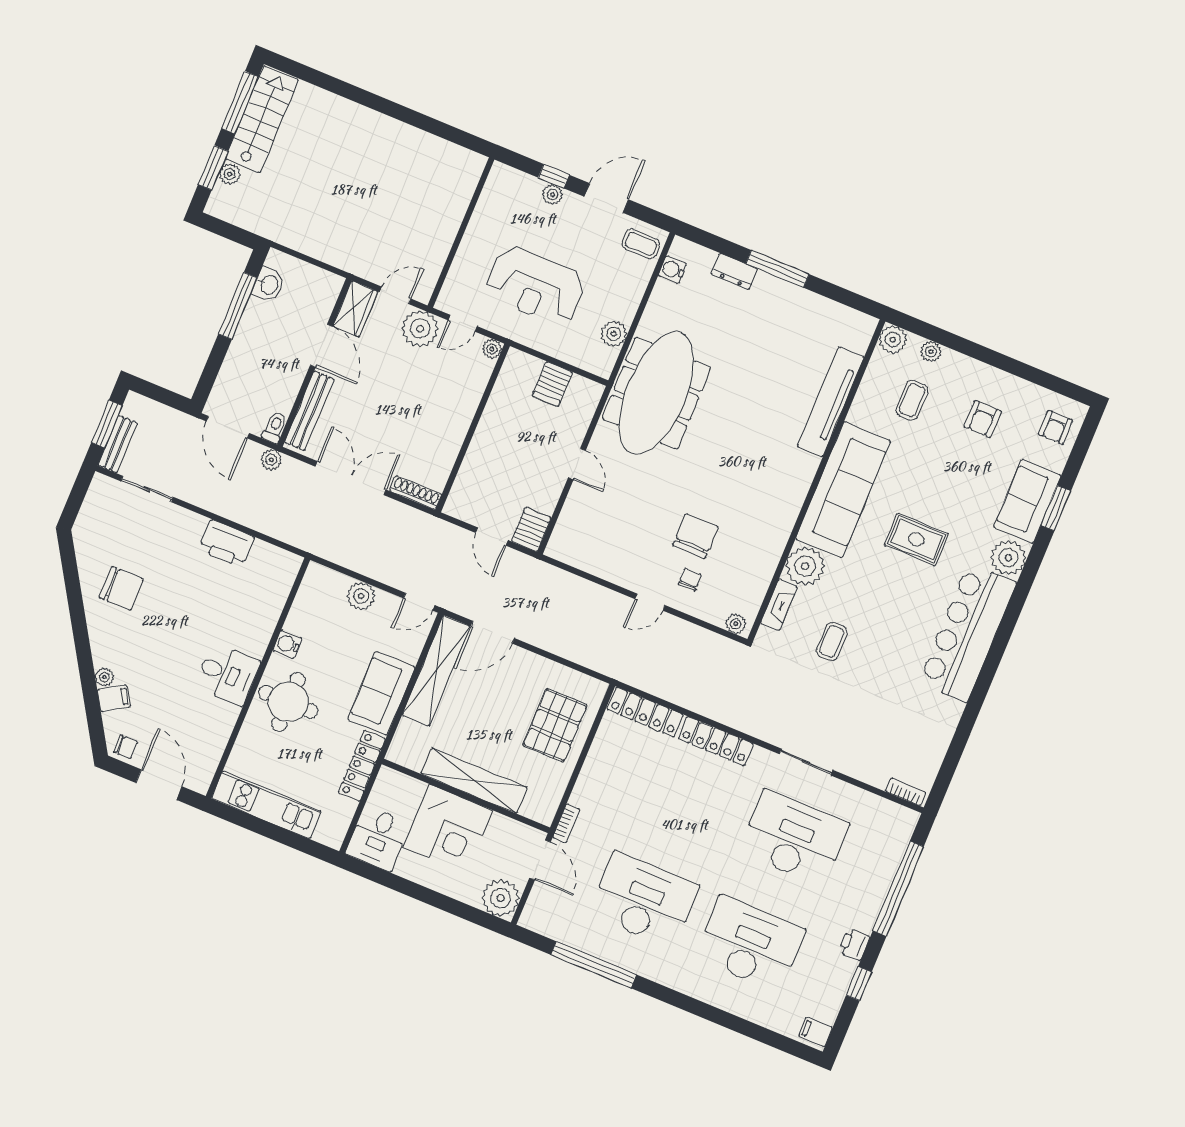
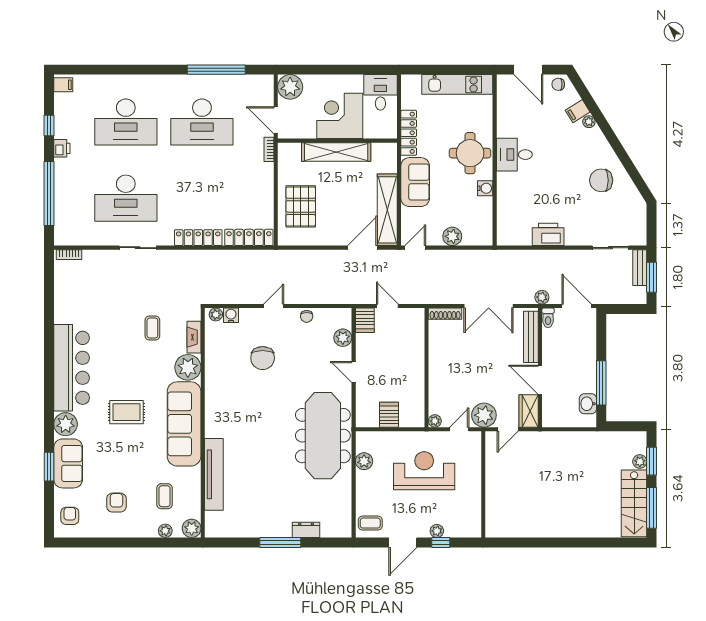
water cooler: (672, 270) -> (231, 315), moved, turned -90
plant: (572, 518) -> (343, 338), added
chair: (690, 579) -> (307, 316), moved

